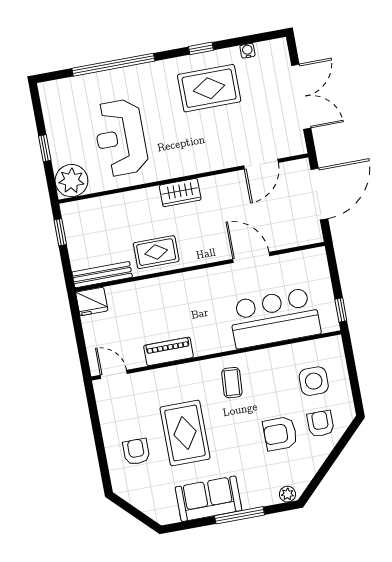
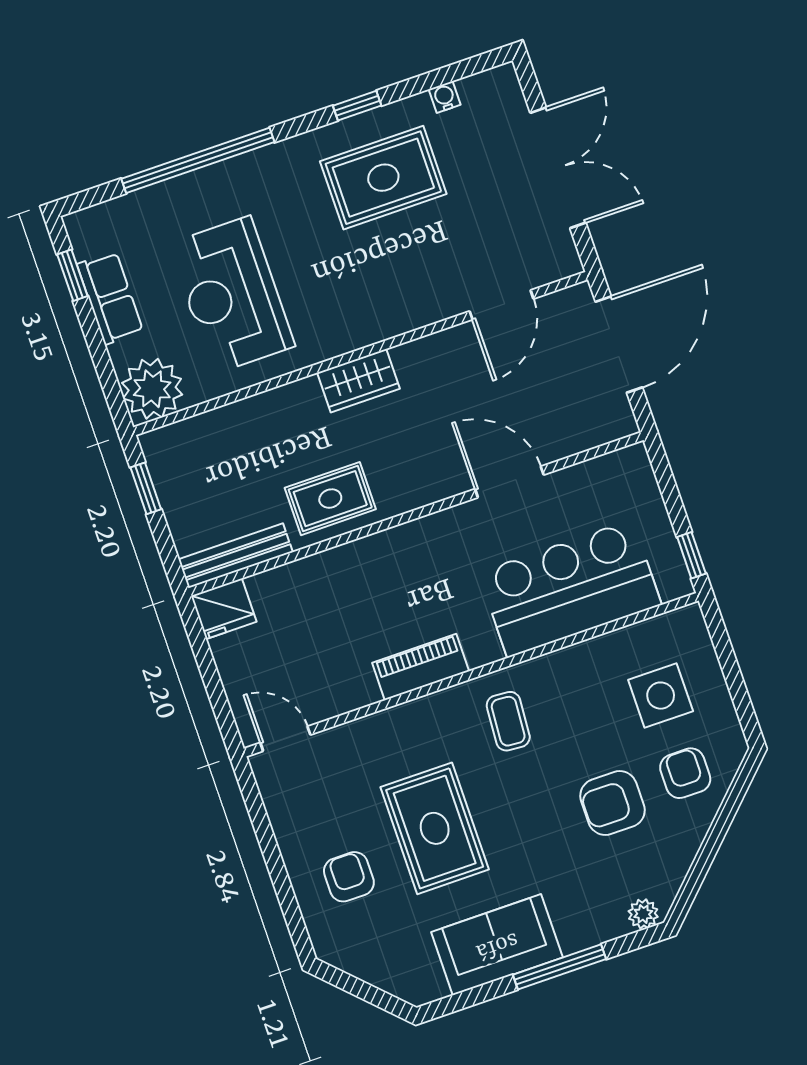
row of seats: (57, 130) -> (110, 298), added
window: (45, 148) -> (72, 275), moved
piano: (169, 351) -> (421, 667), moved

